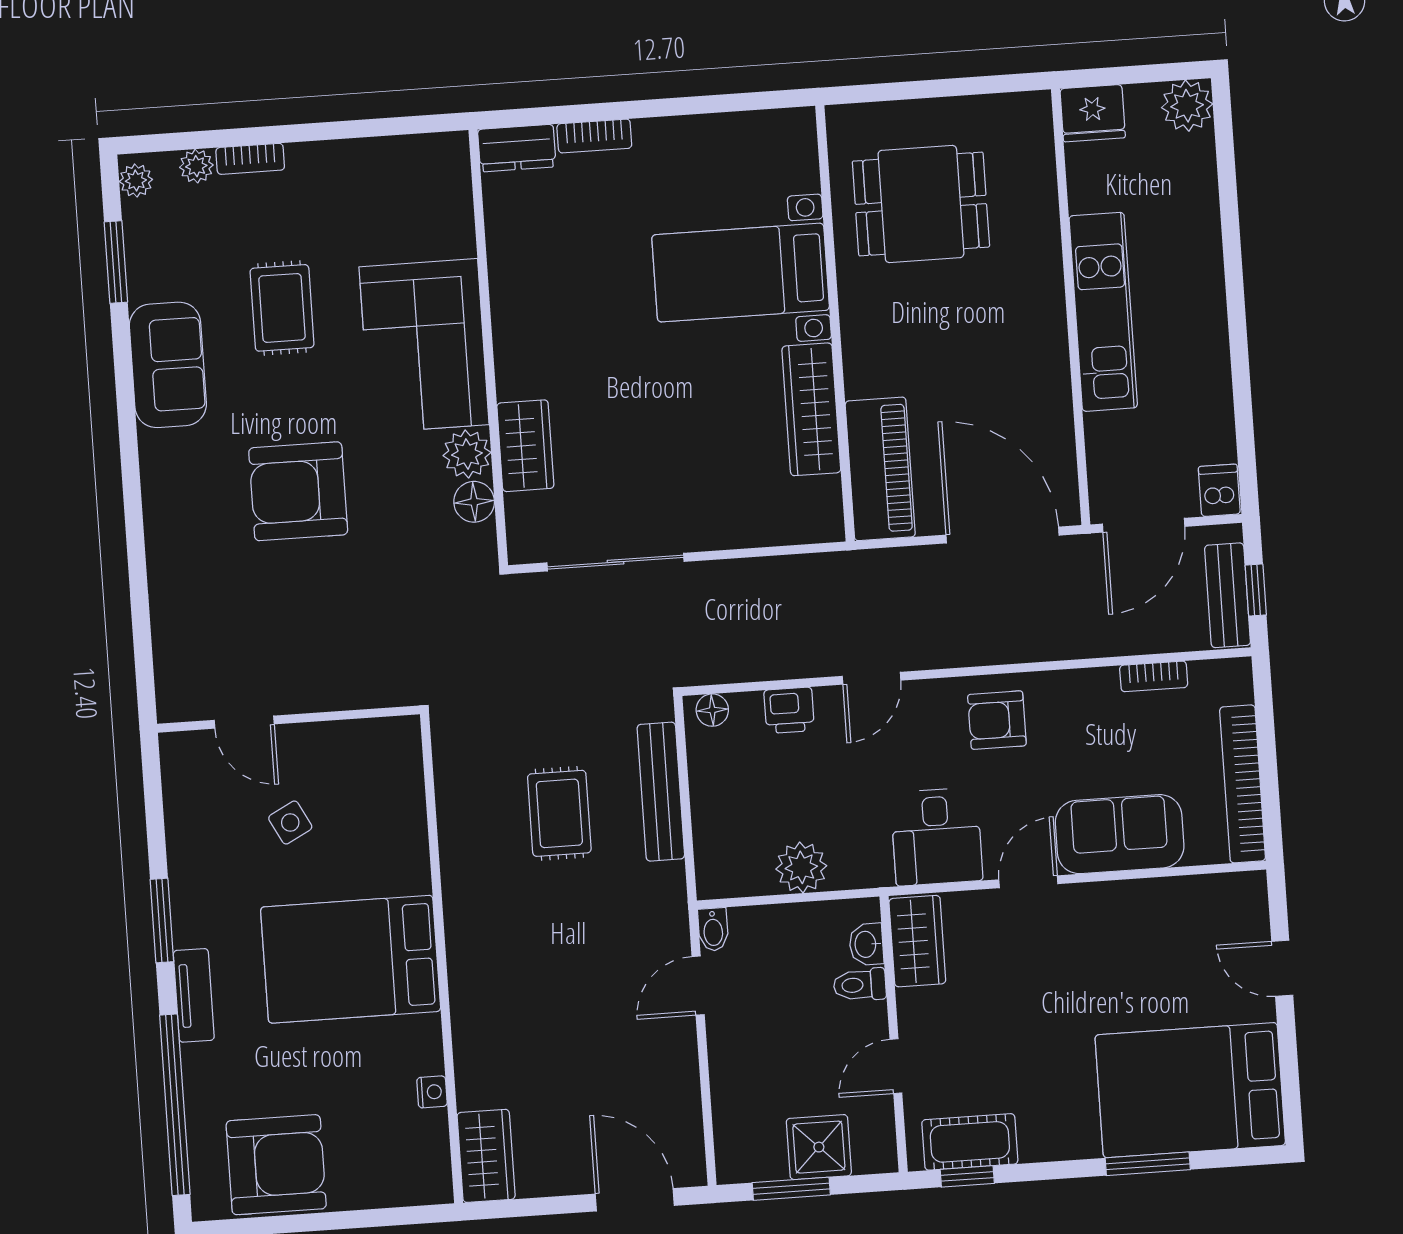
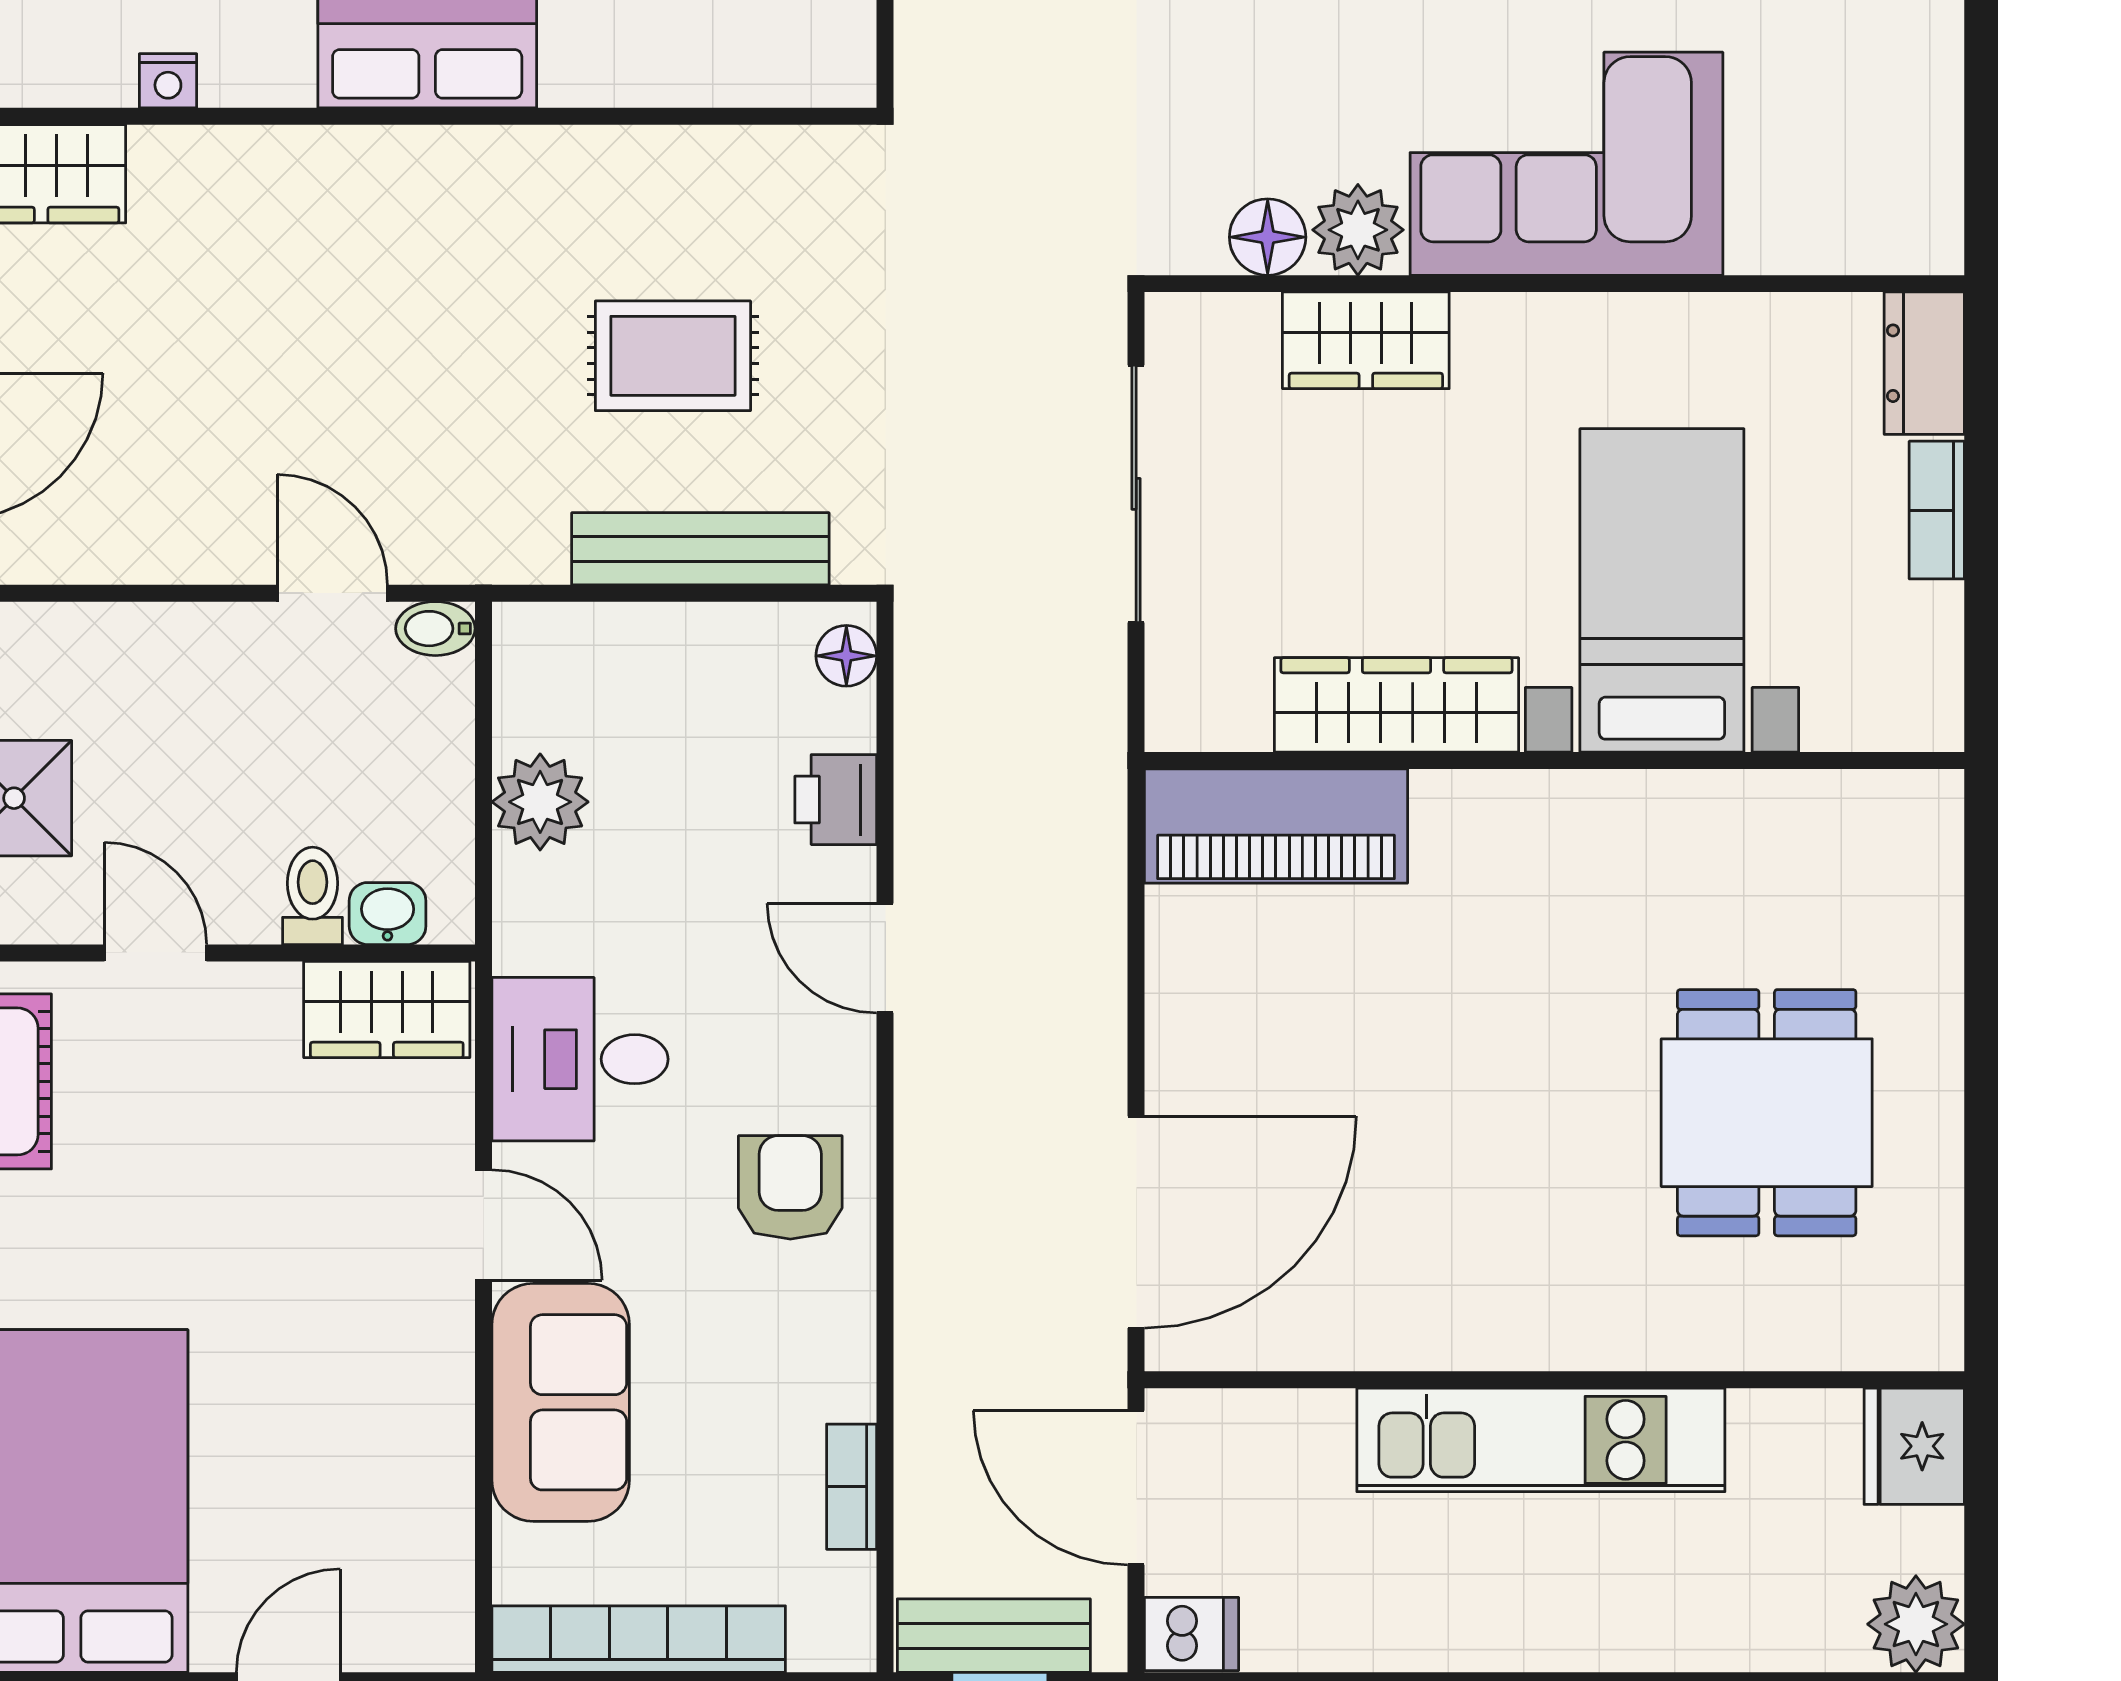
bed with nightstands: (741, 273) -> (1662, 590), moved
wall: (835, 323) -> (1554, 761), moved
wardrobe: (811, 409) -> (1396, 705), moved
piano: (880, 469) -> (1276, 826), moved

